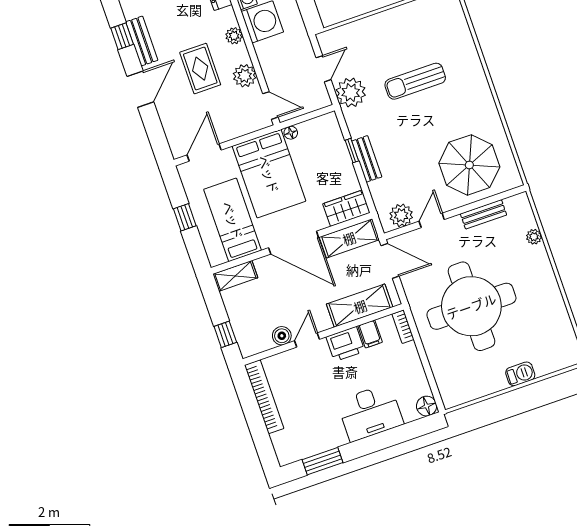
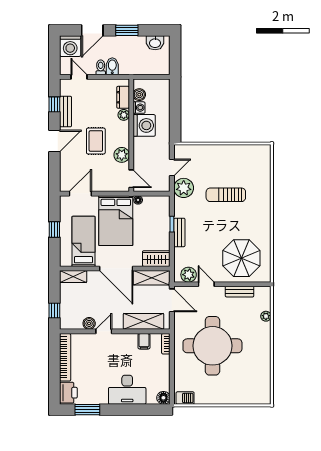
plant: (234, 36) -> (124, 115), moved
door: (432, 220) -> (206, 284), hinge flipped
printer: (345, 344) -> (68, 393), moved, turned -90
barbecue: (520, 374) -> (185, 398), moved

